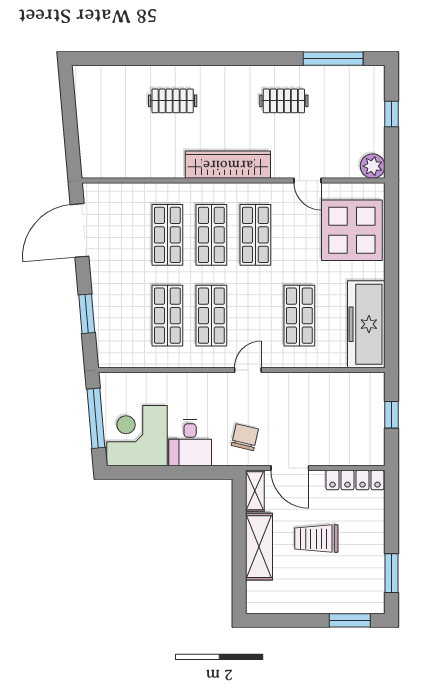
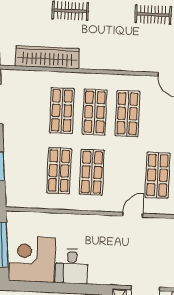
wardrobe: (228, 165) -> (47, 57), moved
door: (248, 370) -> (133, 215), moved
chair: (245, 437) -> (113, 264), removed

